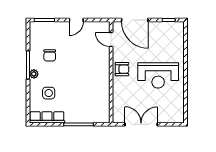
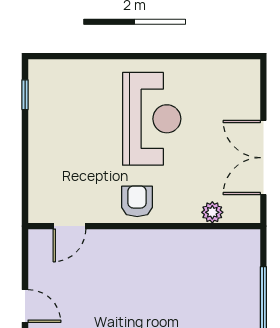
door: (135, 20) -> (25, 172), removed
plant: (117, 102) -> (212, 212), added

